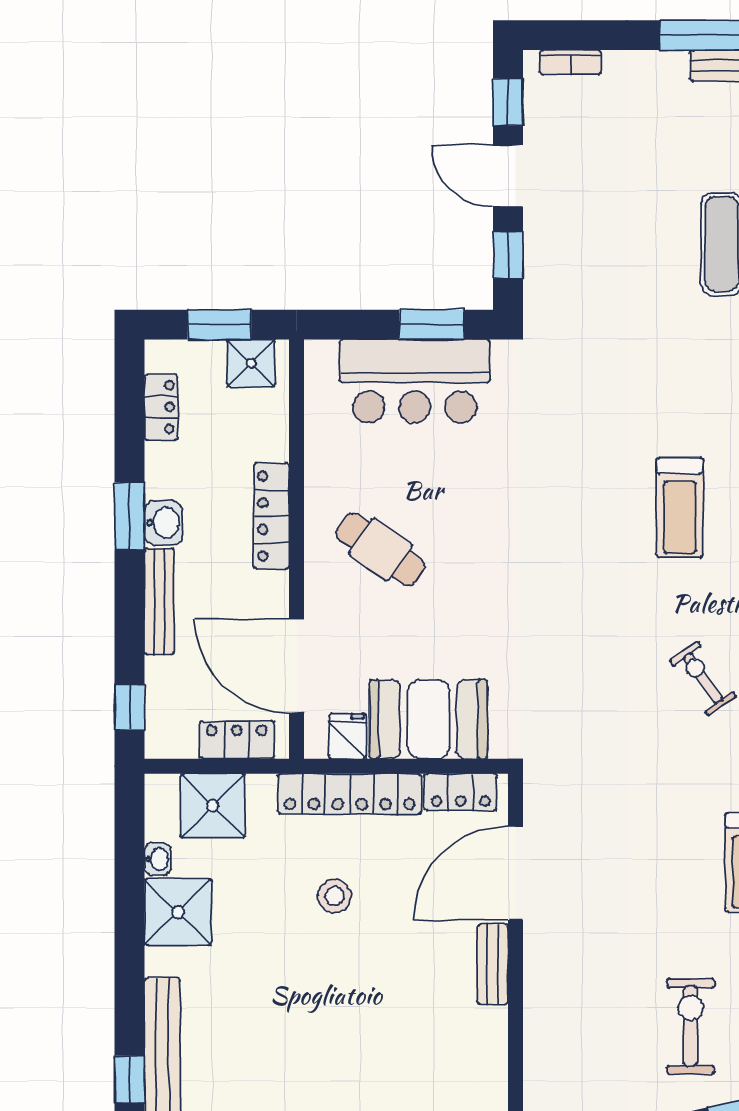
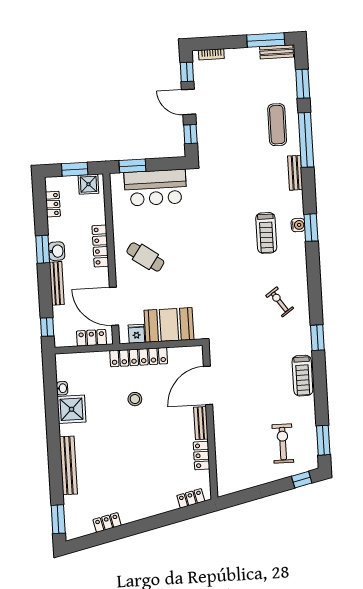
window: (432, 325) -> (132, 166), moved
locker: (461, 792) -> (201, 456), moved, turned 90
shower: (213, 806) -> (83, 365), removed
window: (130, 1079) -> (56, 478), removed

